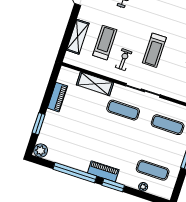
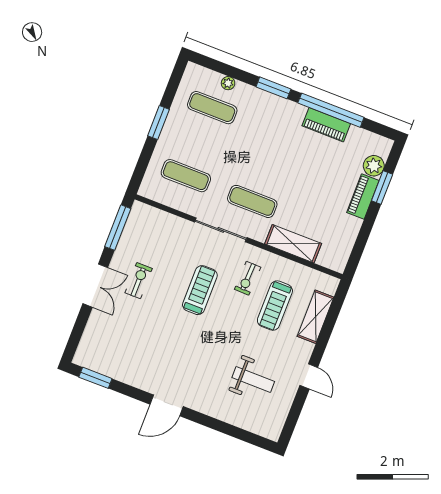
piano: (57, 97) -> (363, 197), moved
plant: (41, 151) -> (374, 166), moved
piano: (103, 171) -> (326, 125), moved

